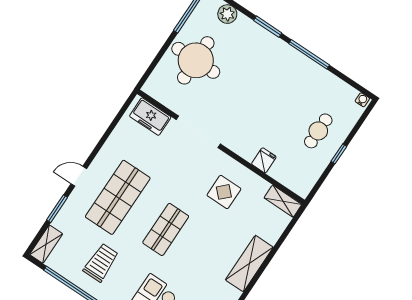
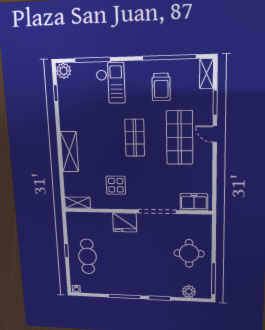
round table: (196, 60) -> (189, 253), width x0.73, depth x0.73
cafe table: (318, 131) -> (87, 256), width x1.37, depth x1.35
fridge: (264, 160) -> (125, 222), moved, width x1.88, depth x1.34
door: (79, 176) -> (215, 134), swing flipped

